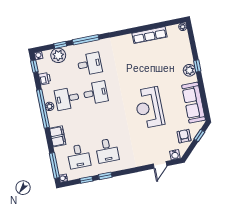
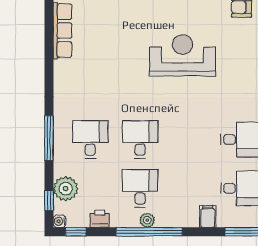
window: (60, 45) -> (49, 200), moved
desk: (67, 99) -> (140, 188), turned 180
reception desk: (149, 108) -> (183, 55), turned 180
filing cabinet: (58, 136) -> (208, 217), width x0.50

